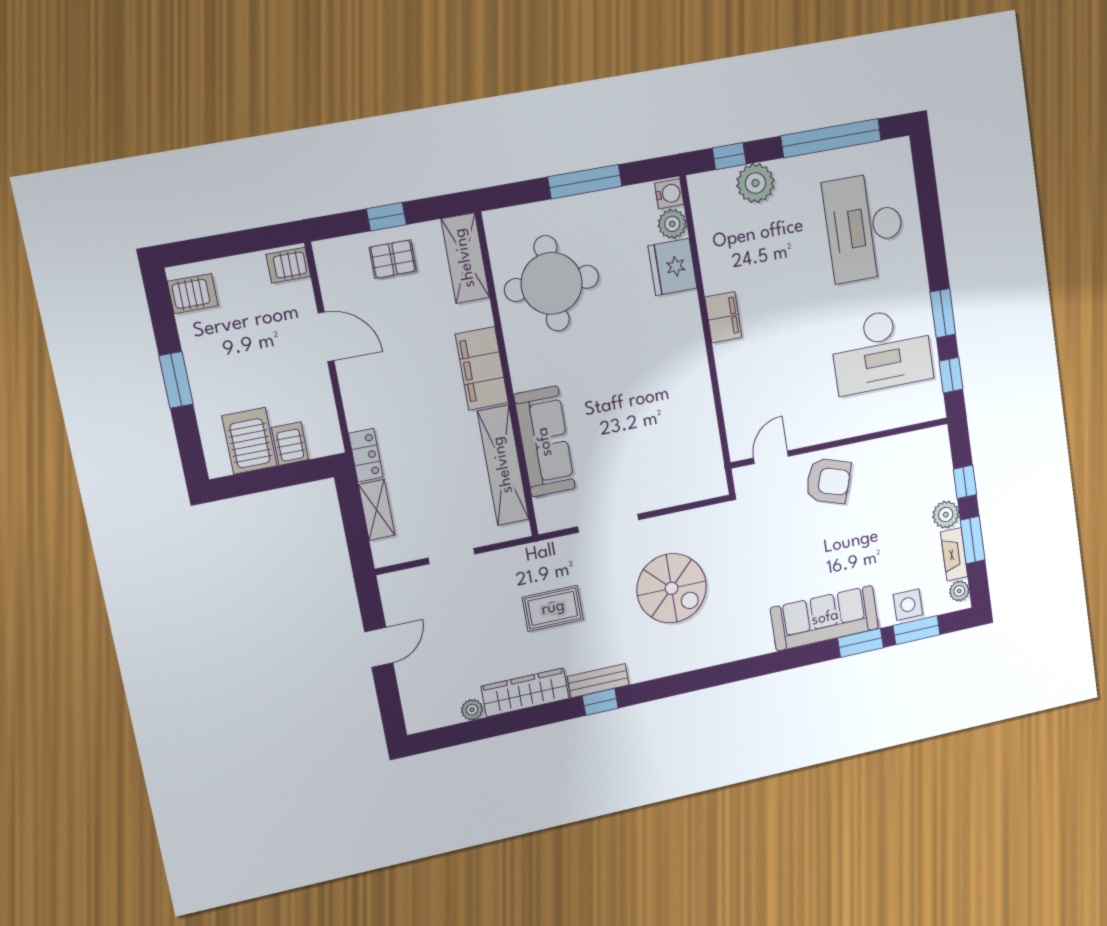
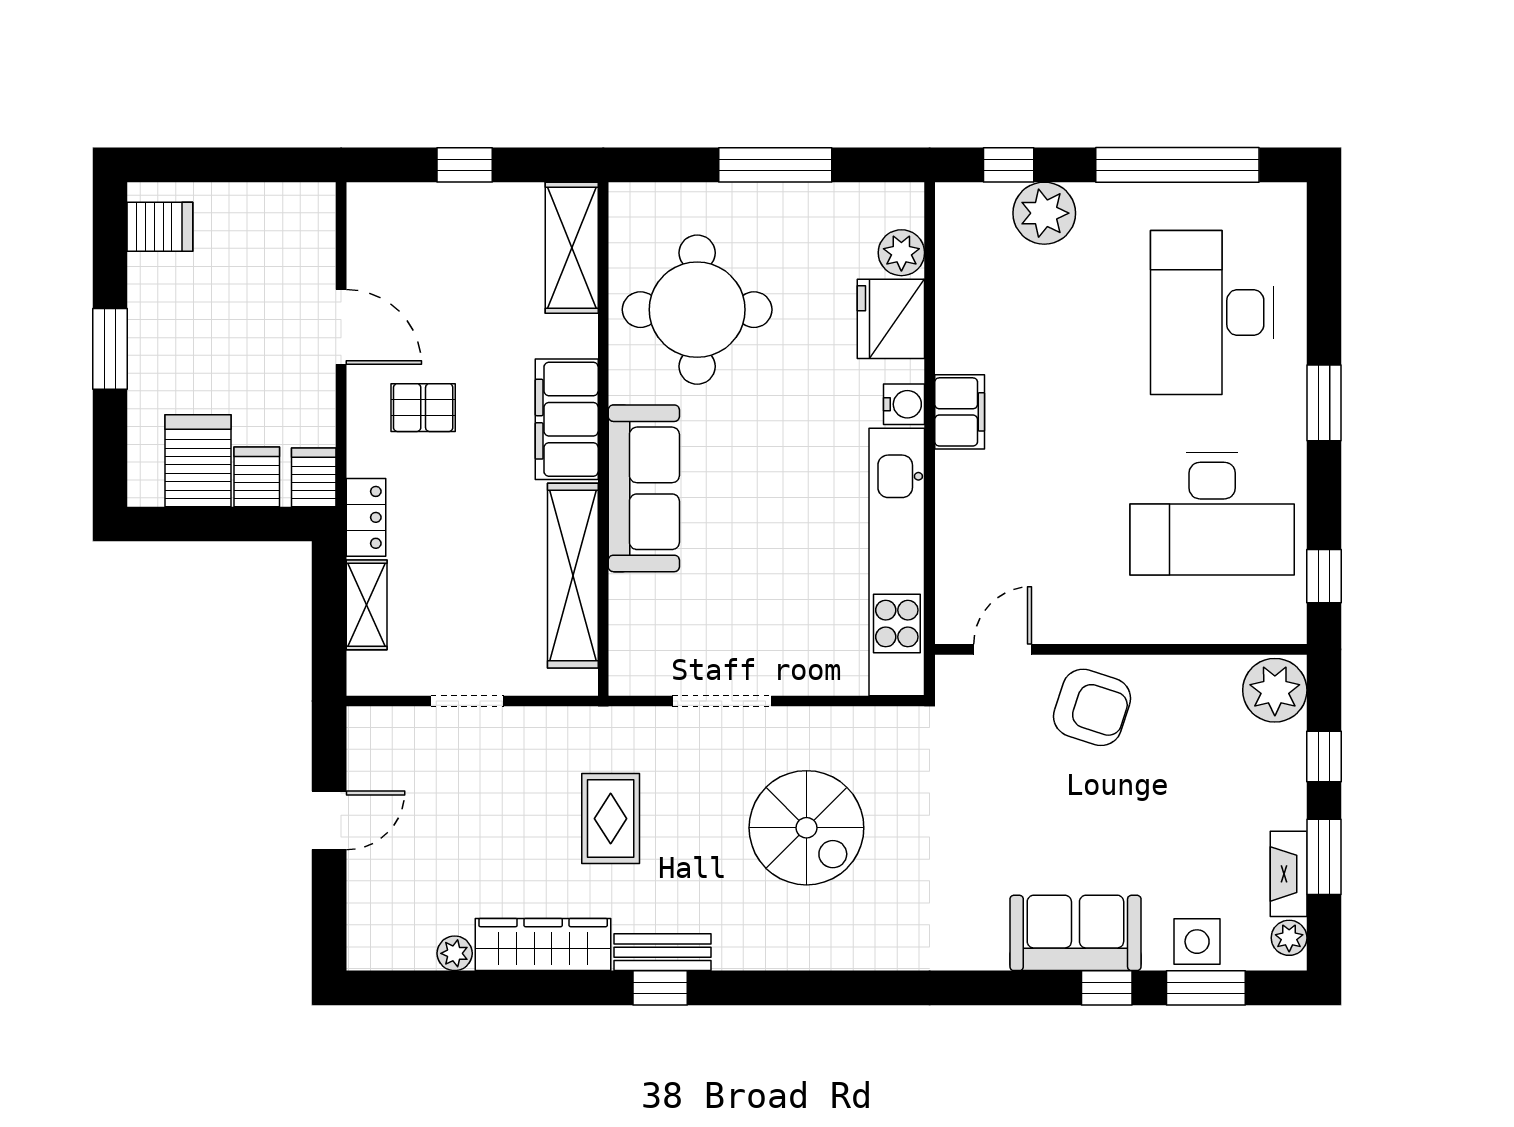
water cooler: (669, 194) -> (904, 404), moved
pallet: (393, 259) -> (423, 408), moved
server rack: (288, 265) -> (314, 477), moved, turned 90
window: (943, 313) -> (1324, 403), moved
kitchen unit: (700, 417) -> (897, 562), added
sofa: (545, 442) -> (644, 488), moved
plant: (946, 515) -> (1275, 690), moved, width x1.36, depth x1.36
rug: (553, 608) -> (611, 819), turned 90
sofa: (825, 618) -> (1075, 933), width x0.73
window: (861, 643) -> (1107, 988), width x0.67

